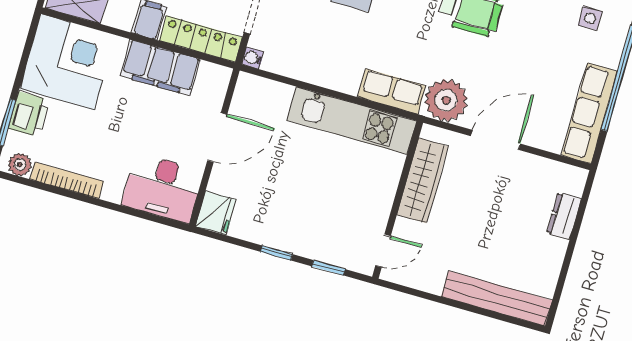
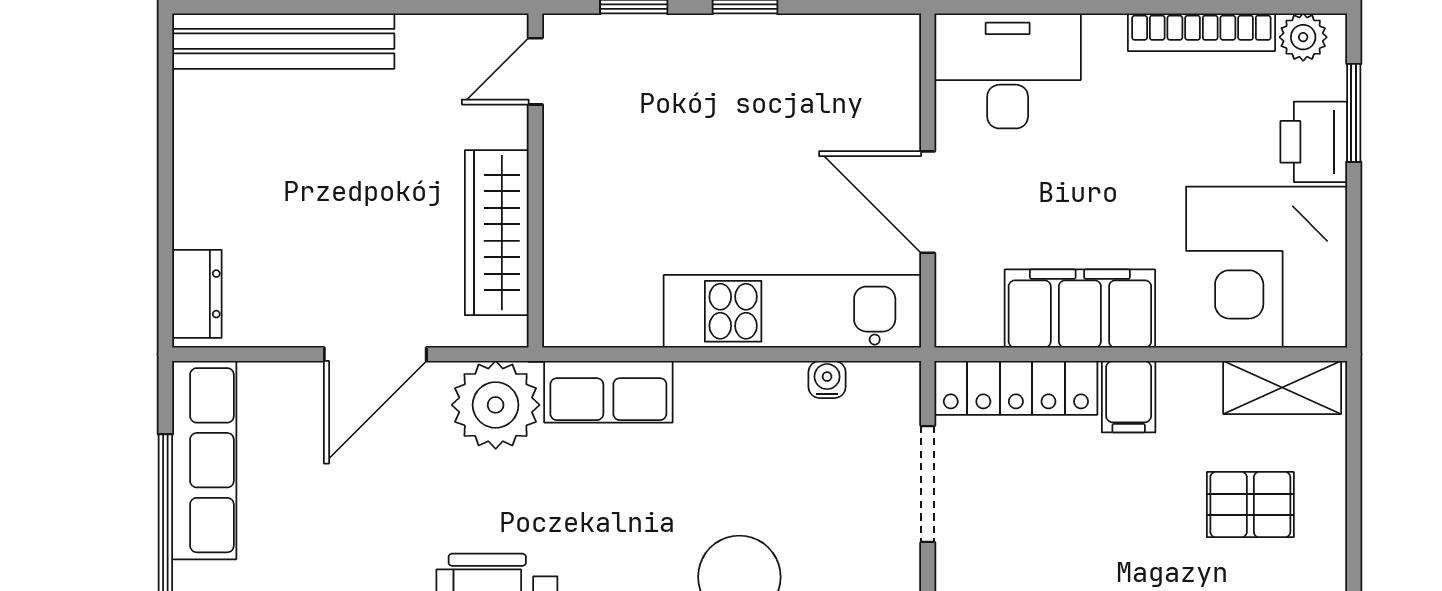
water cooler: (253, 58) -> (827, 380), moved, turned -90
kitchen unit: (352, 121) -> (792, 311), moved
door: (217, 137) -> (928, 202), hinge flipped
fridge: (216, 213) -> (888, 52), removed
dresser: (564, 216) -> (197, 294), moved

